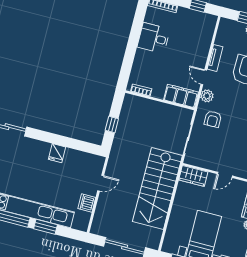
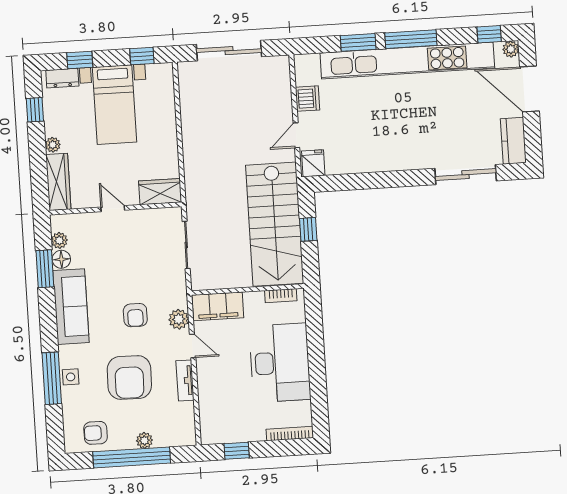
desk: (154, 38) -> (280, 363), width x1.87, depth x1.30
armchair: (213, 119) -> (135, 315), moved, turned 180
fridge: (57, 153) -> (313, 163), moved
door: (225, 175) -> (113, 209), hinge flipped
stairs: (157, 189) -> (275, 224), moved, turned 180

